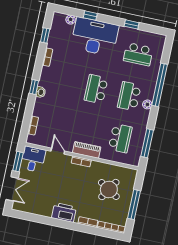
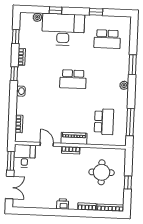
window: (160, 85) -> (133, 65), width x0.47
window: (34, 87) -> (14, 74), moved
school desk: (96, 89) -> (73, 79), turned -90
school desk: (129, 96) -> (106, 80), removed
round table: (109, 189) -> (102, 172), turned -32
window: (134, 205) -> (128, 182), width x0.46
printer: (64, 213) -> (63, 204), width x0.53, depth x0.68

